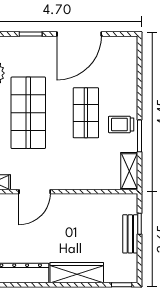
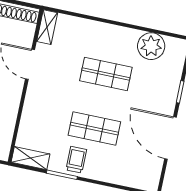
shop shelf: (28, 113) -> (106, 74), width x0.70, depth x0.74

